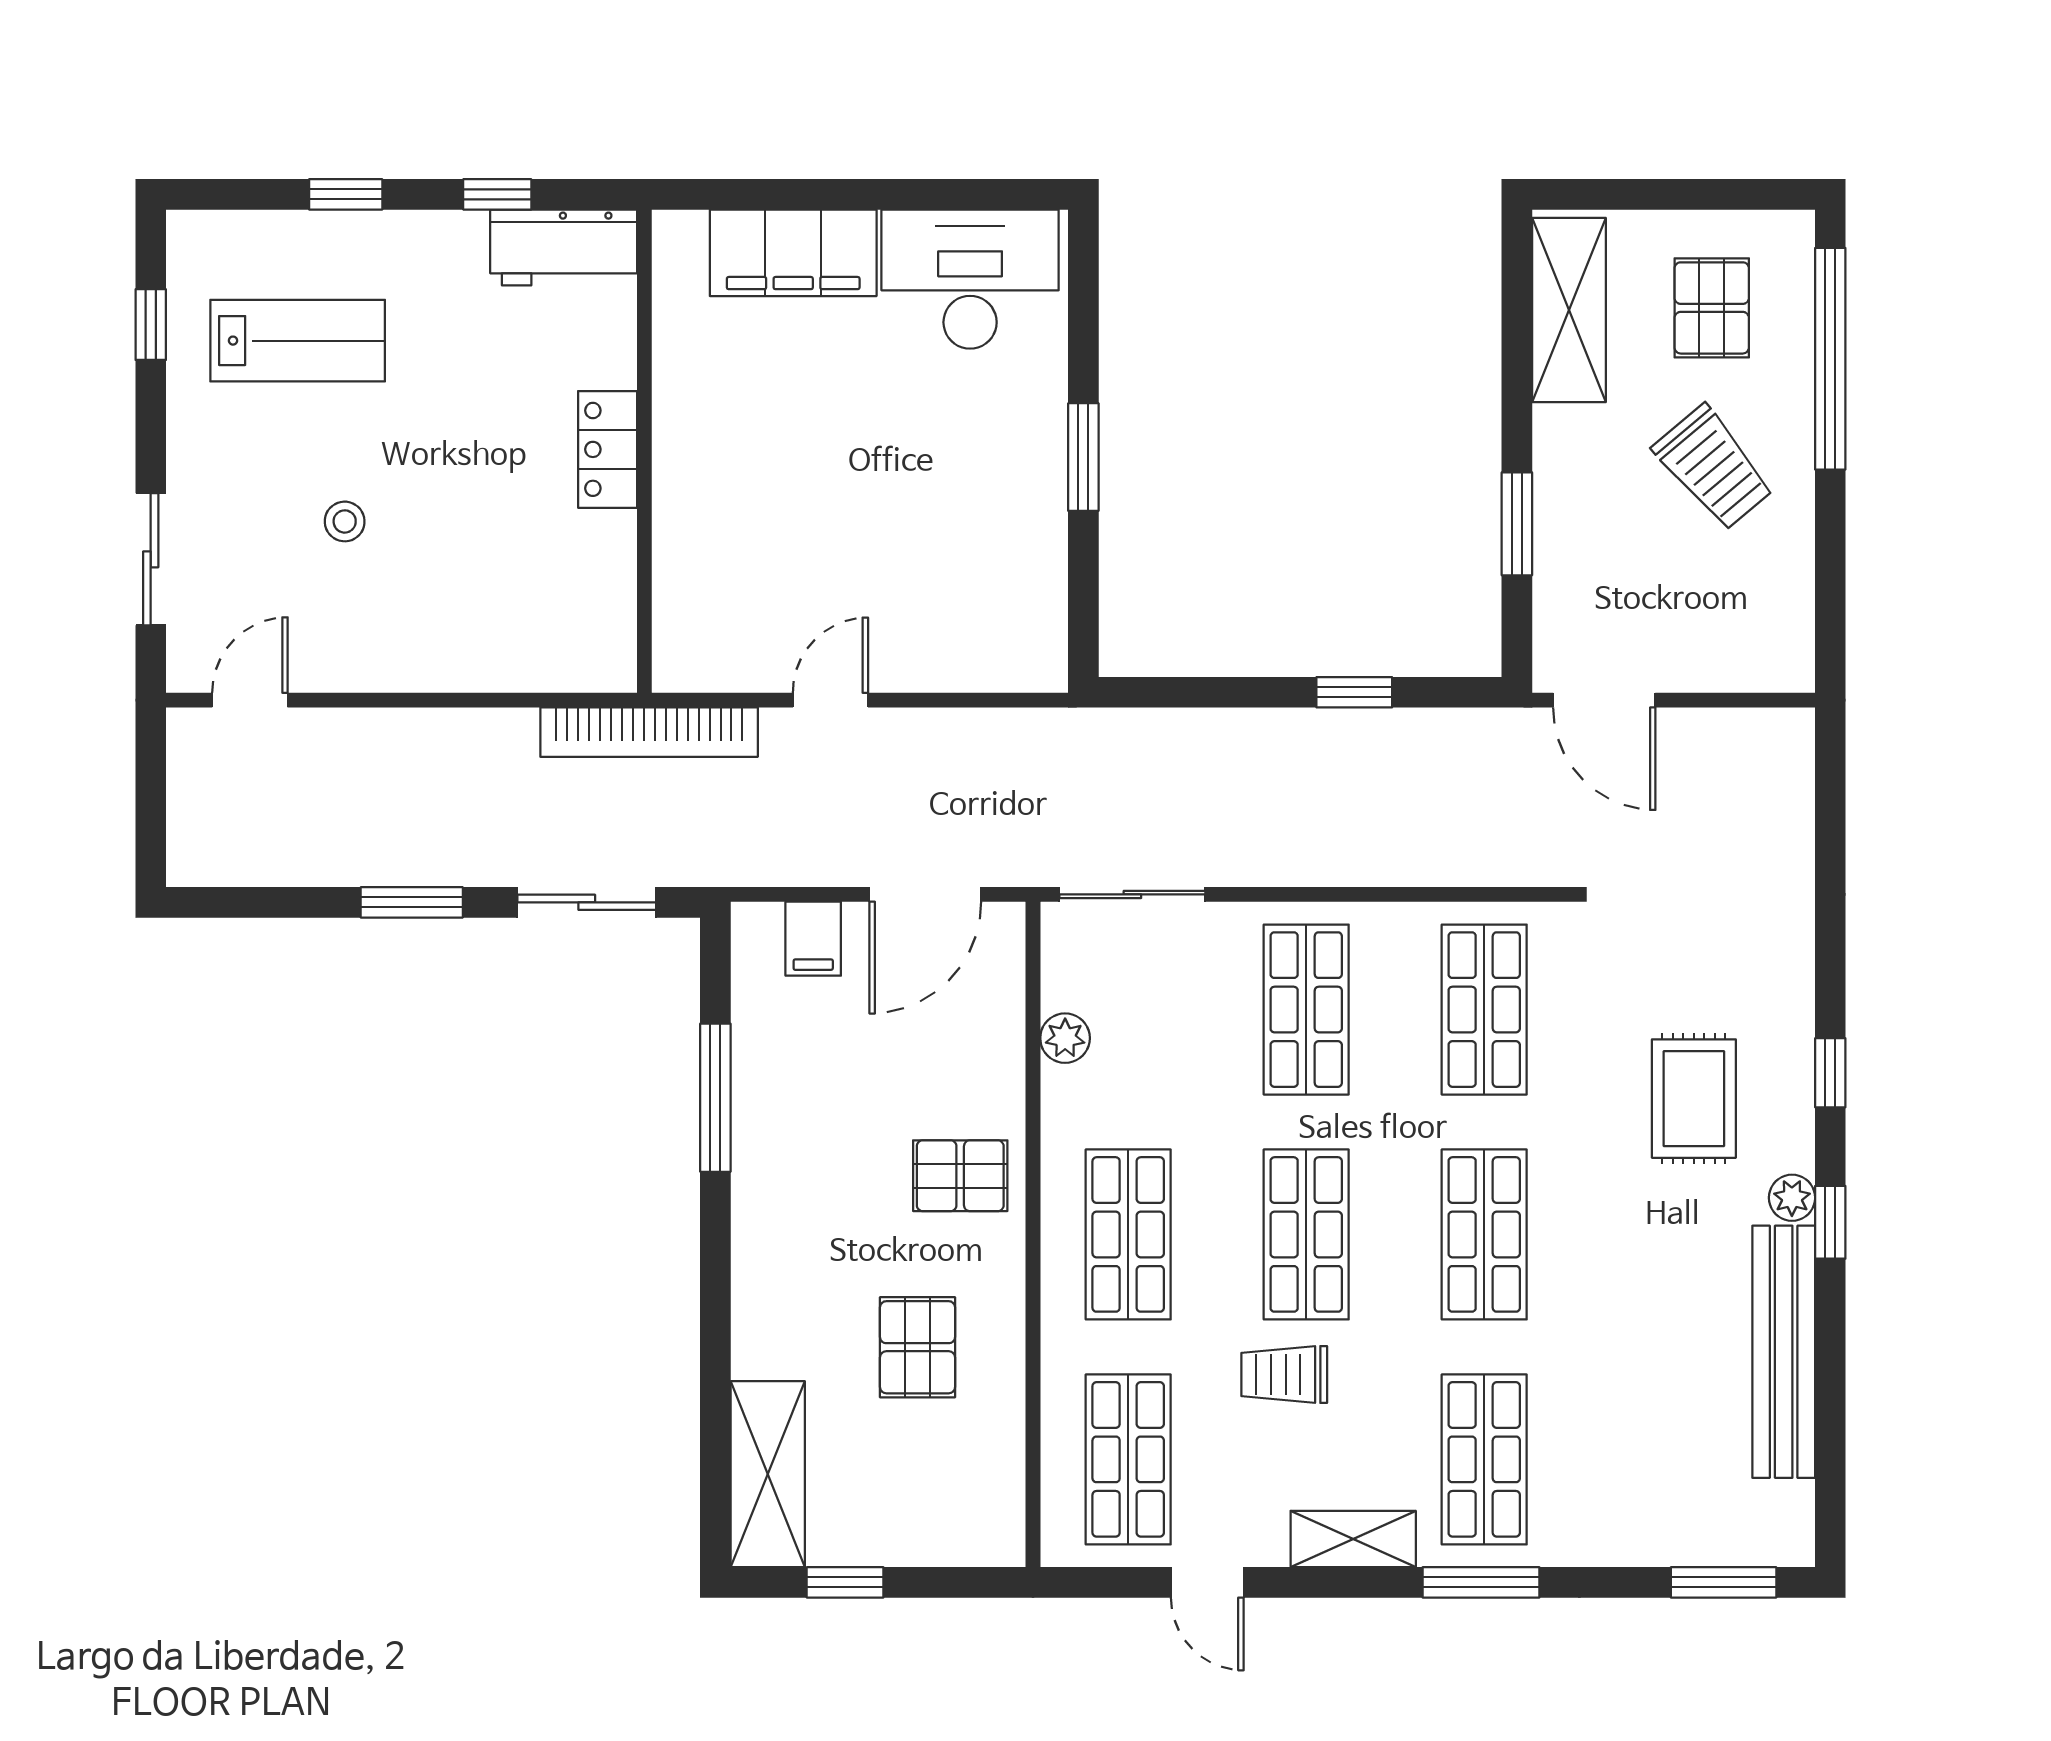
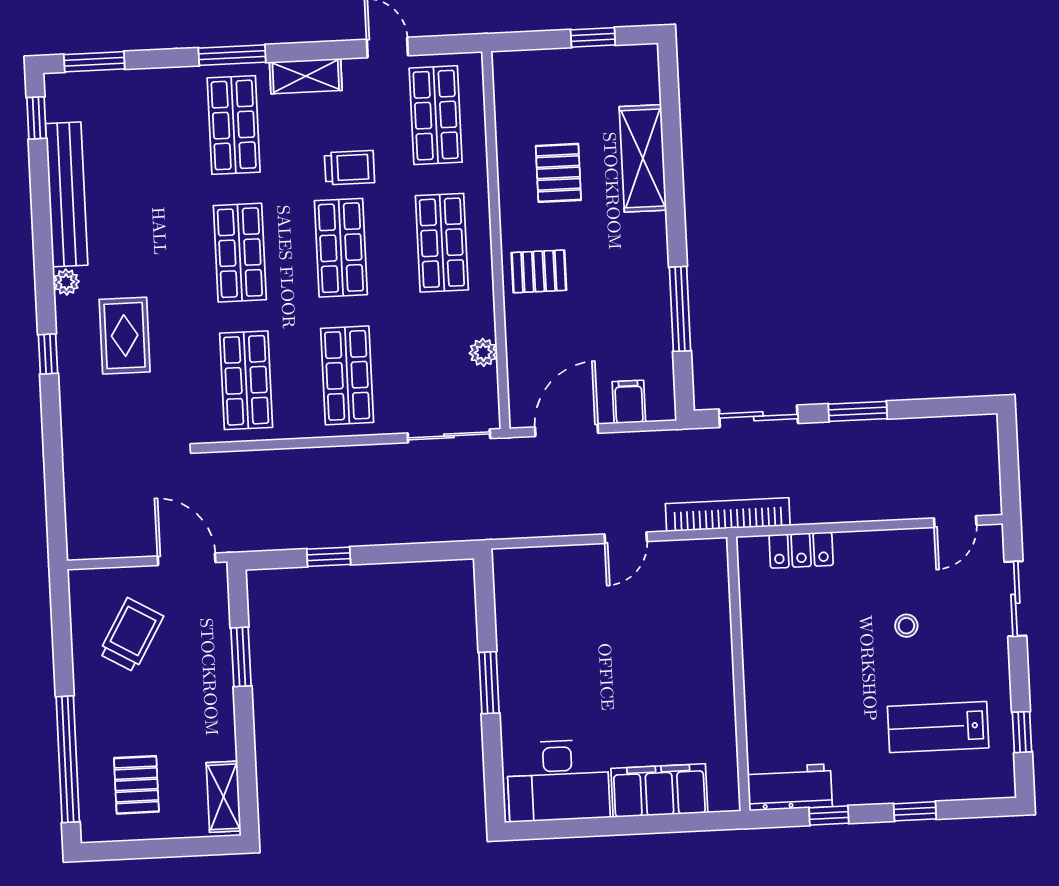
shelving: (1569, 310) -> (224, 797), width x0.67, depth x0.75
locker: (608, 449) -> (801, 550), moved, turned 90
trolley: (1713, 468) -> (131, 635), moved, turned 70
window: (1830, 1222) -> (36, 118), moved
shelving: (768, 1474) -> (643, 158), moved

